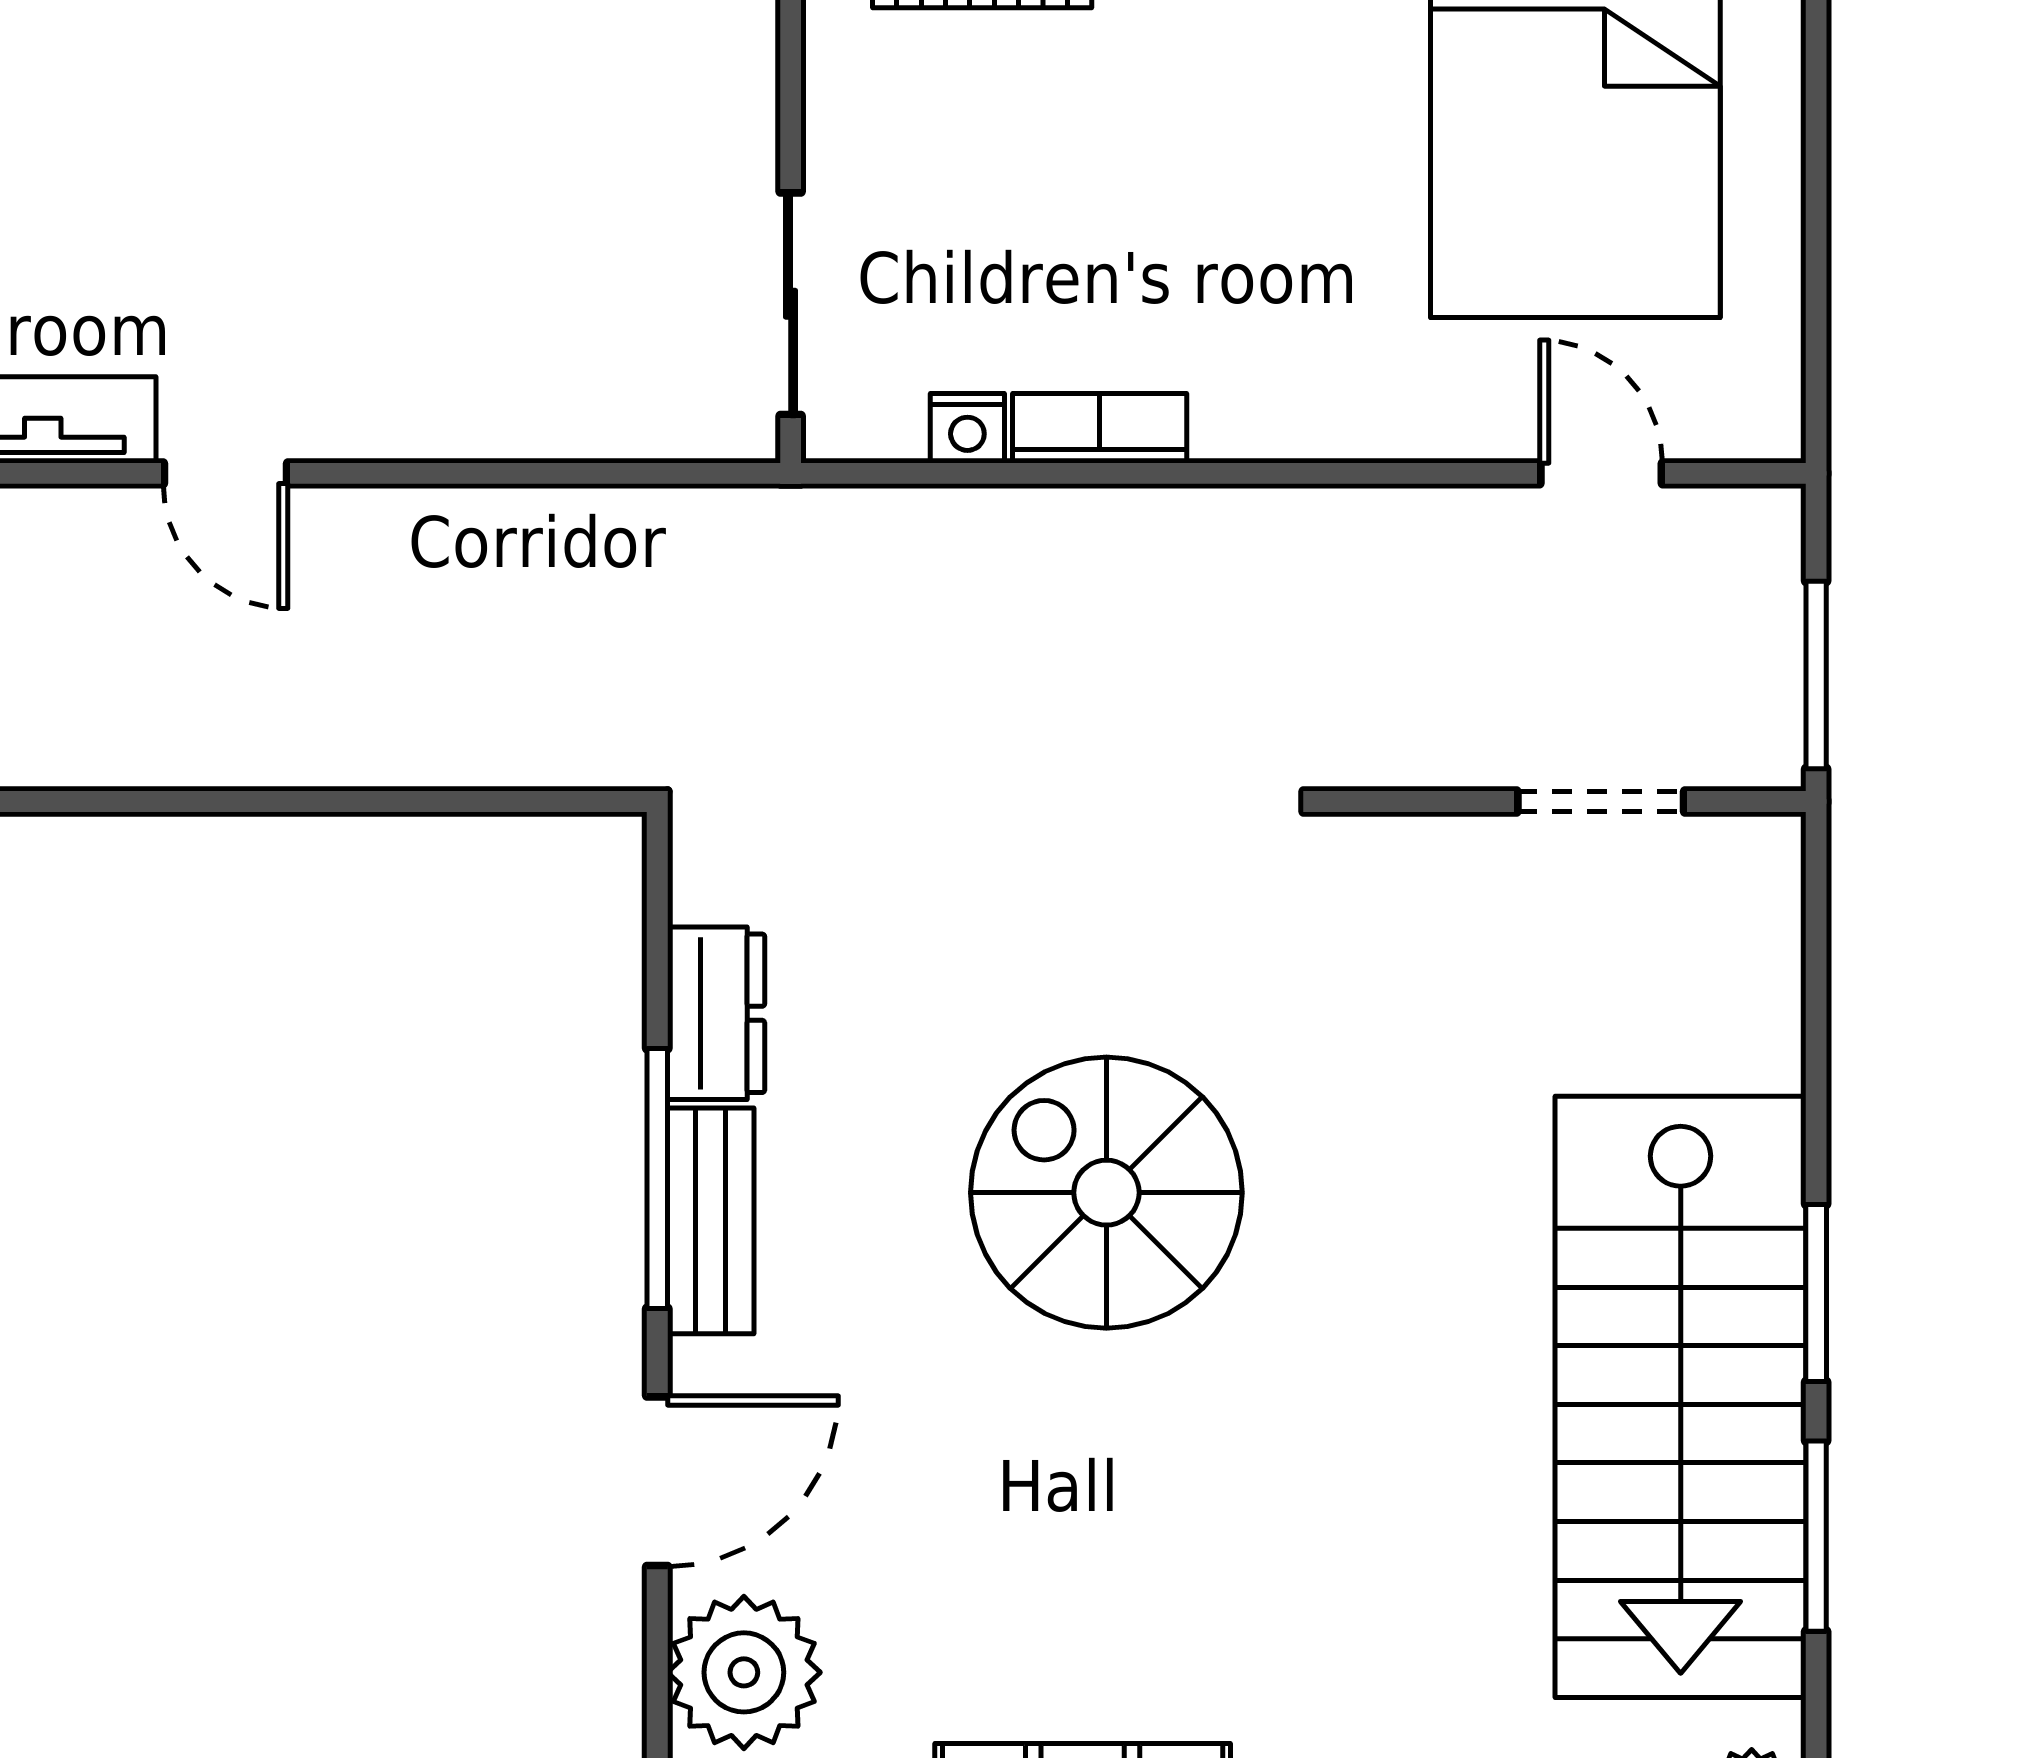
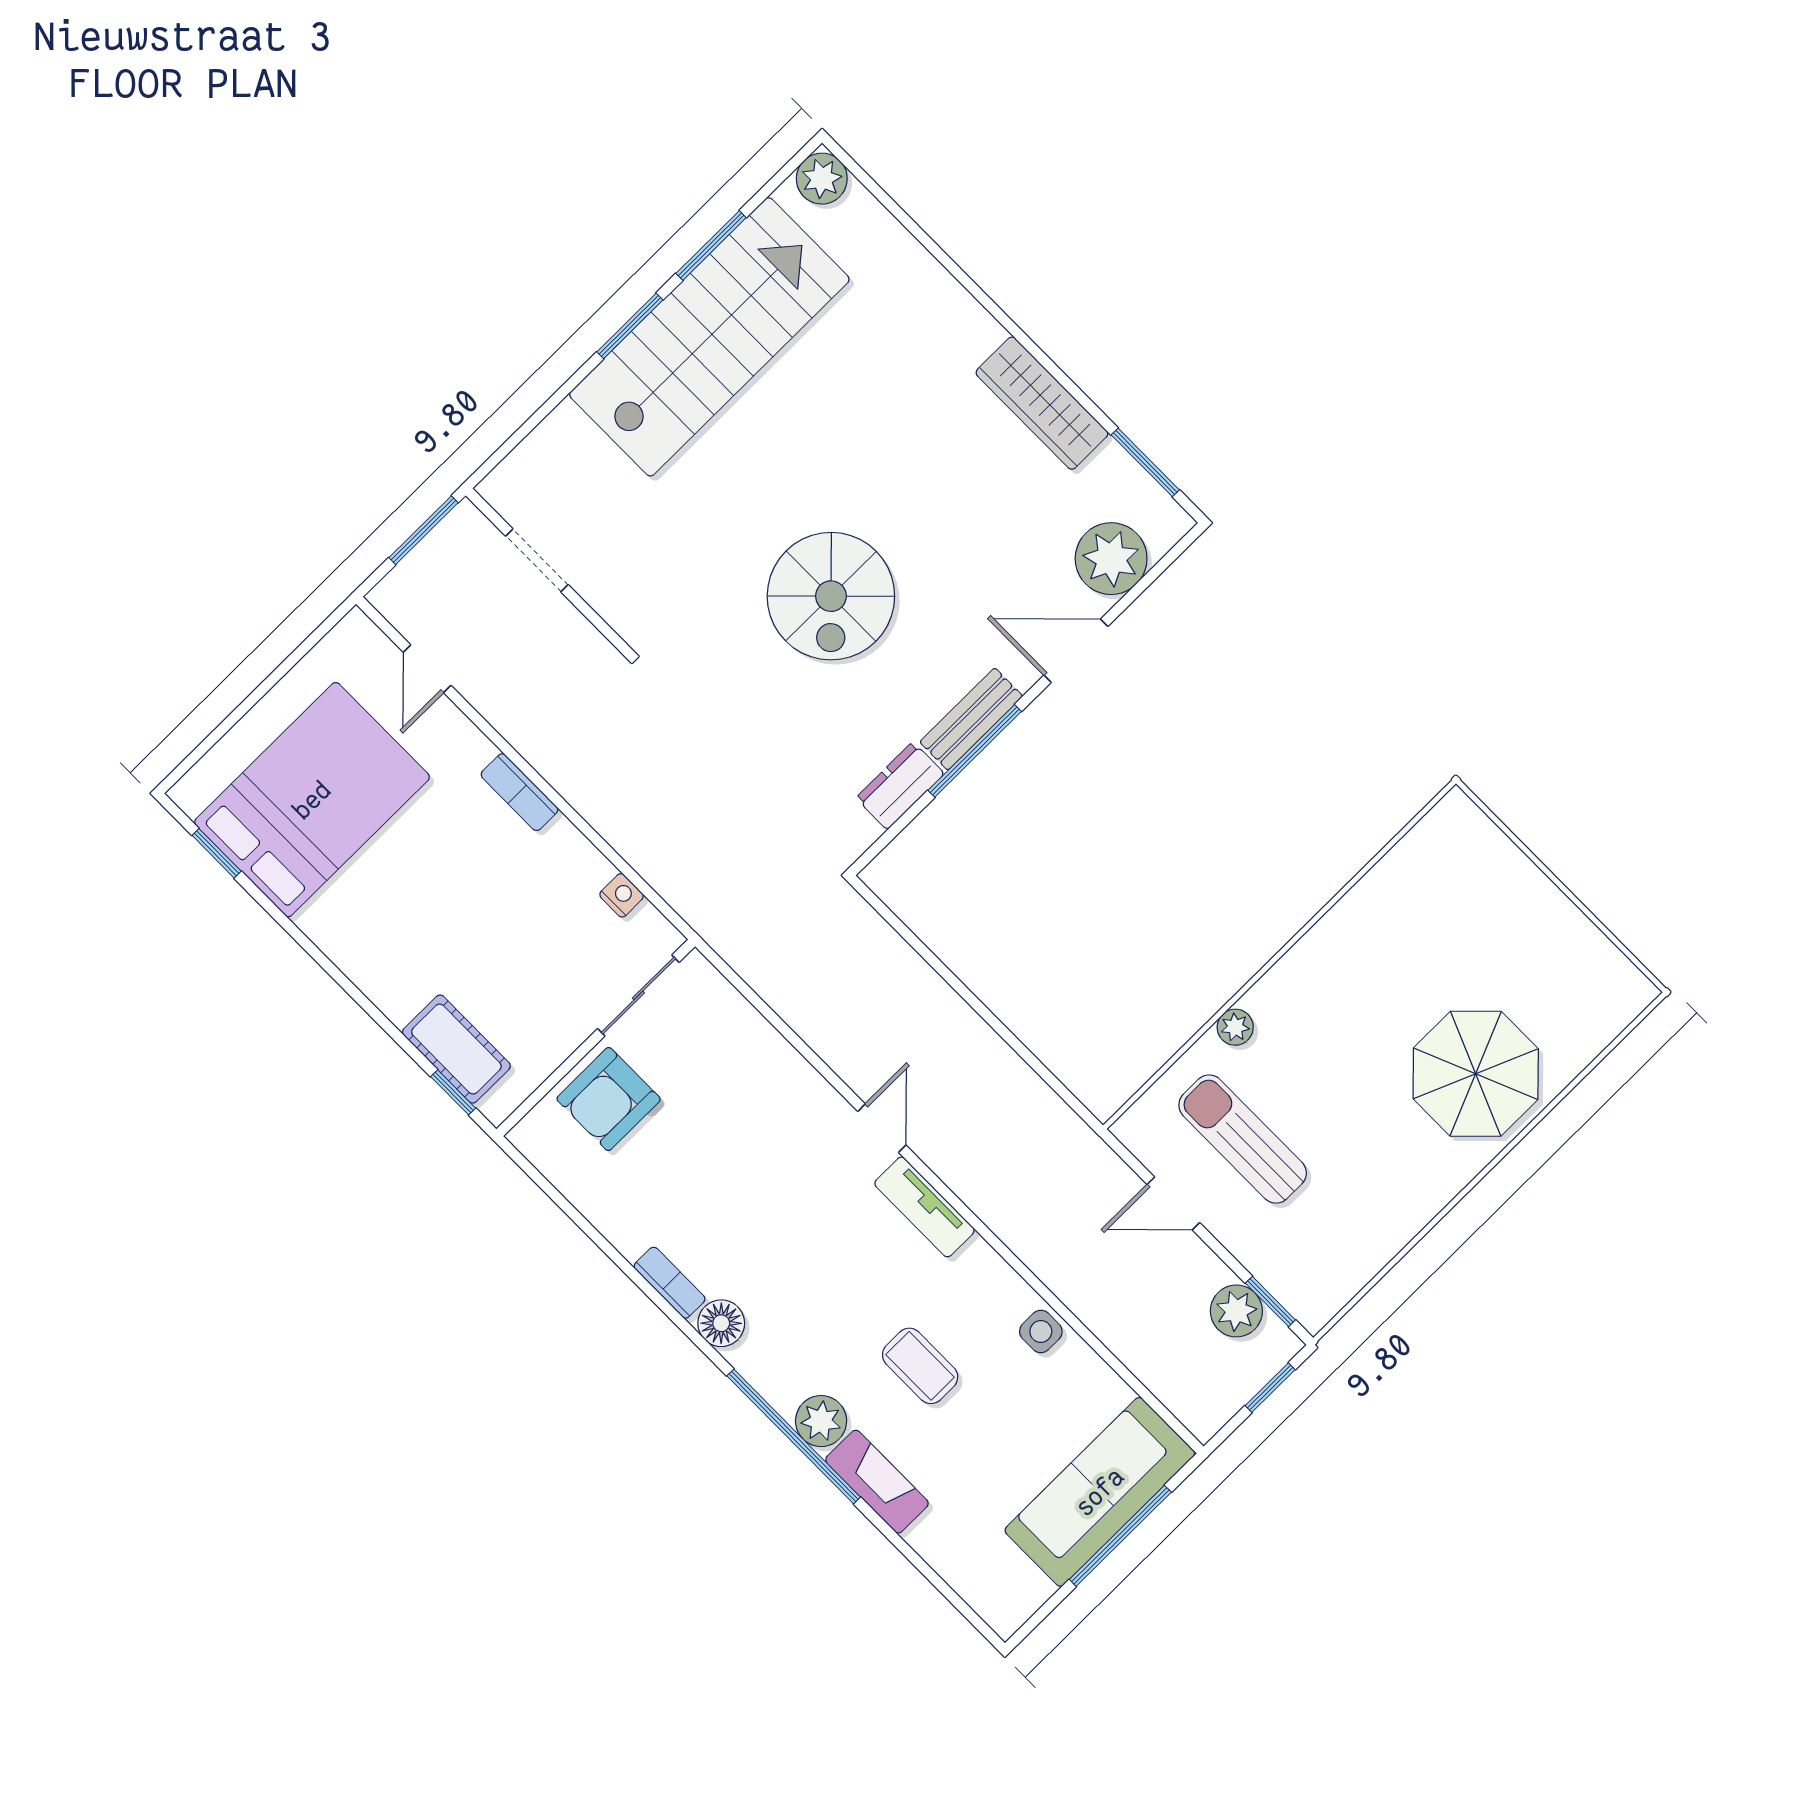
armchair: (679, 104) -> (609, 1099), added
bookcase: (1100, 428) -> (519, 792), moved

